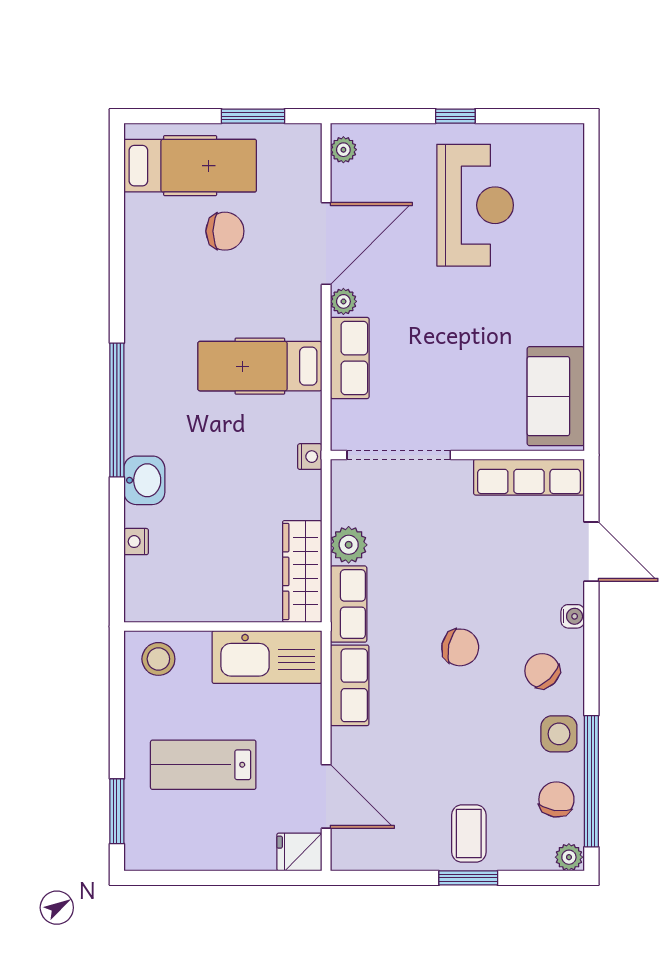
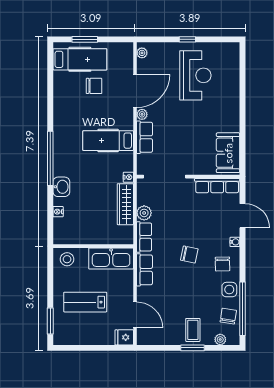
window: (253, 116) -> (85, 39), moved
wardrobe: (302, 571) -> (125, 204), moved
chair: (542, 671) -> (222, 264), turned -137
plant: (569, 857) -> (220, 339), moved

